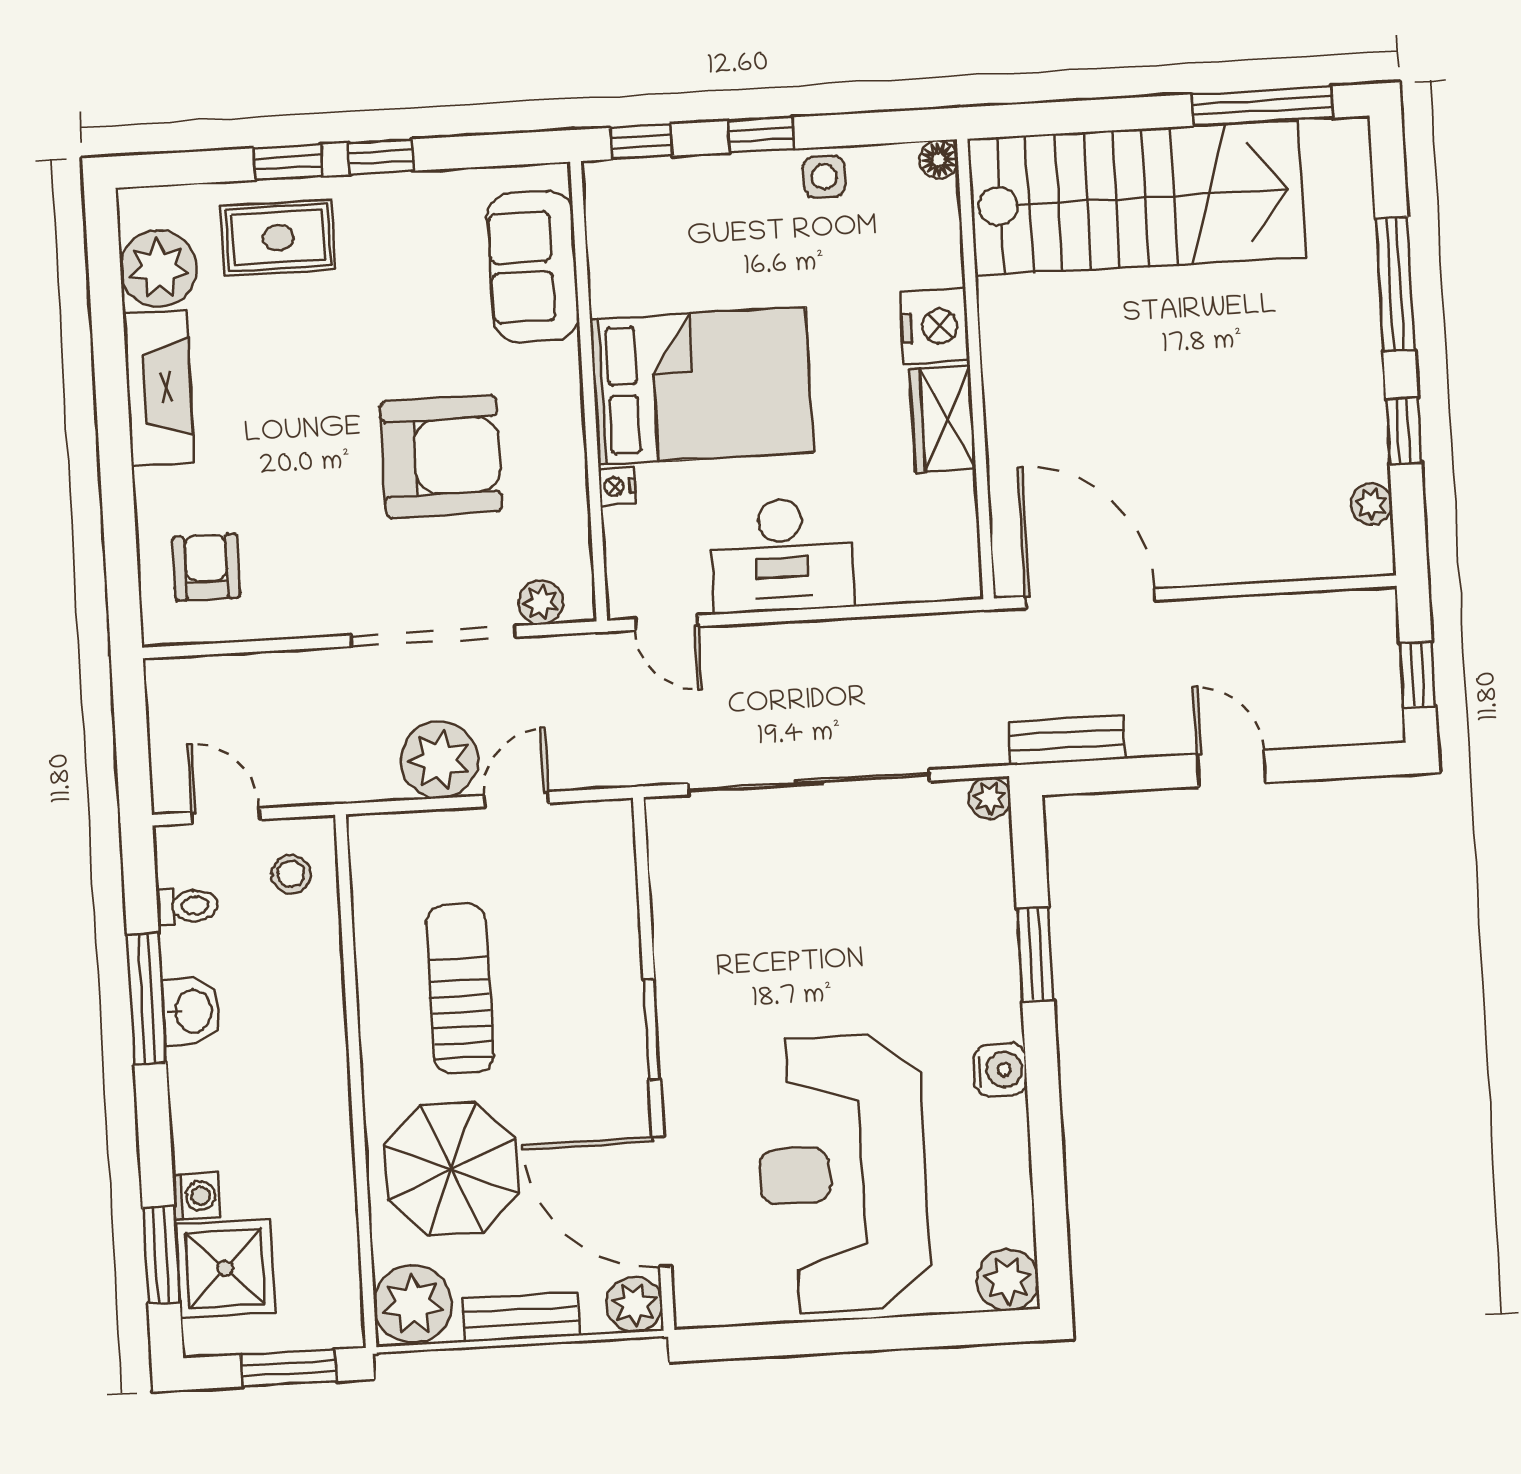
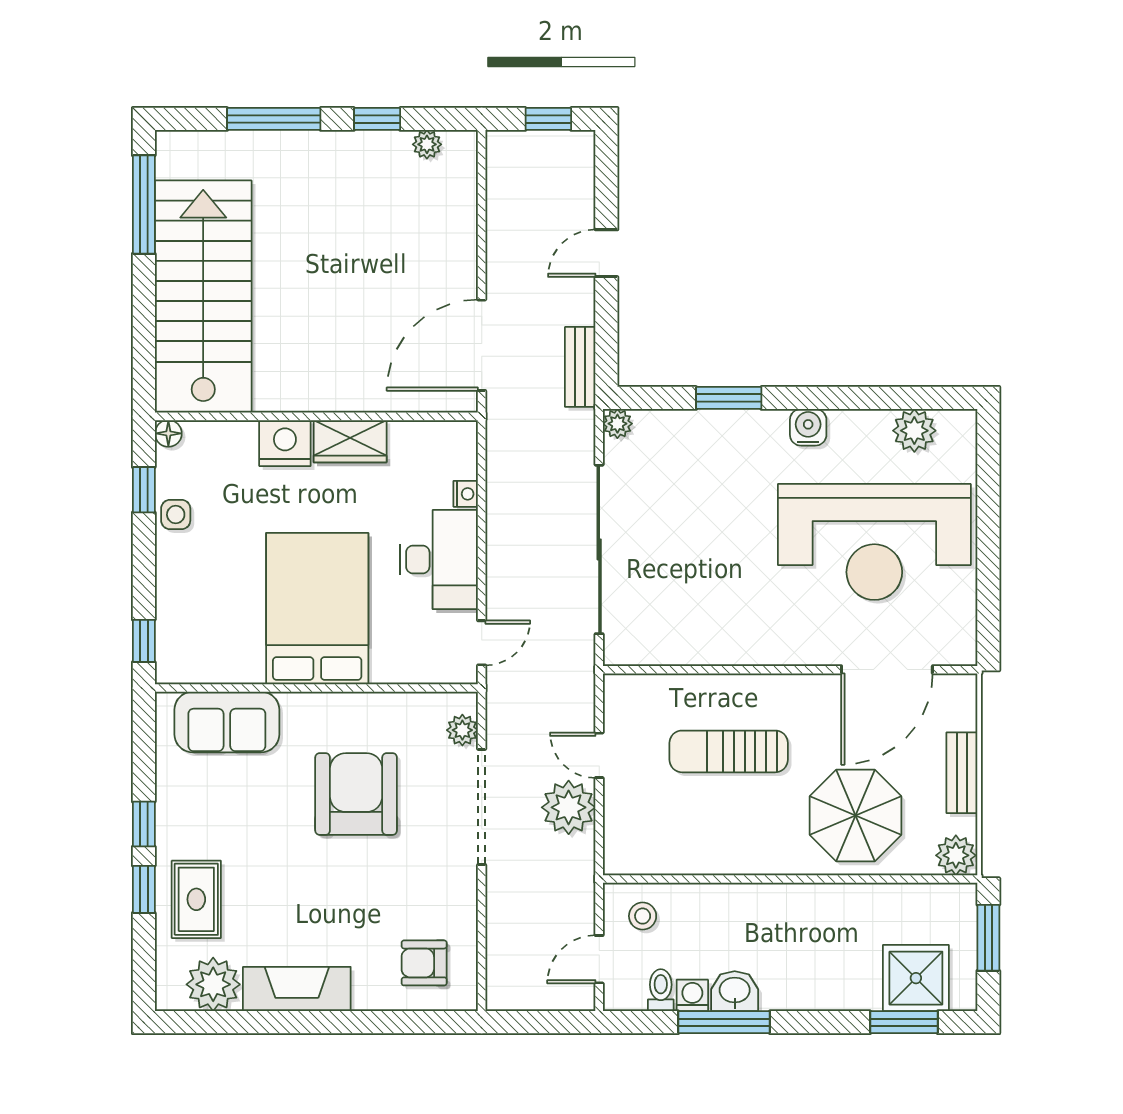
window: (761, 135) -> (144, 490), moved
nightstand: (617, 486) -> (466, 494), moved, turned -90
sun lounger: (460, 989) -> (729, 751), moved
window: (652, 1030) -> (766, 670), removed
washing machine: (196, 1196) -> (692, 995), moved
plant: (1008, 1280) -> (914, 431), moved
plant: (413, 1304) -> (956, 855), width x0.73, depth x0.73
plant: (634, 1305) -> (958, 693), removed

